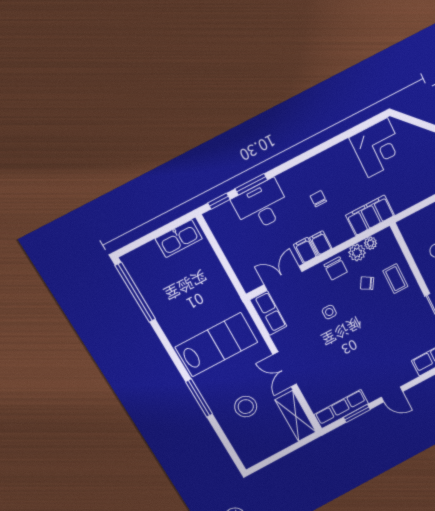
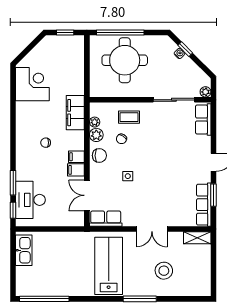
desk: (261, 206) -> (30, 200), moved
shelving: (296, 416) -> (197, 238), width x0.67, depth x0.75

